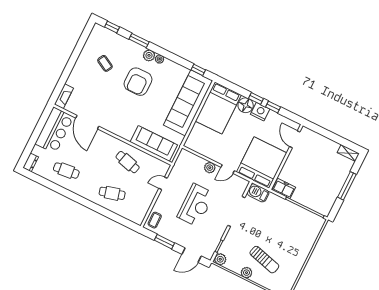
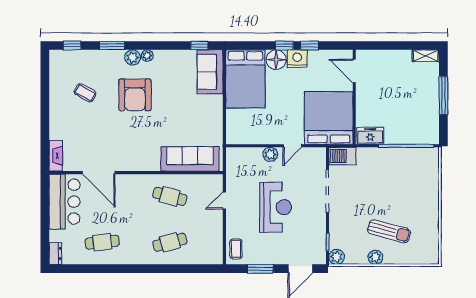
sofa: (188, 103) -> (210, 72), width x0.54, depth x0.79

